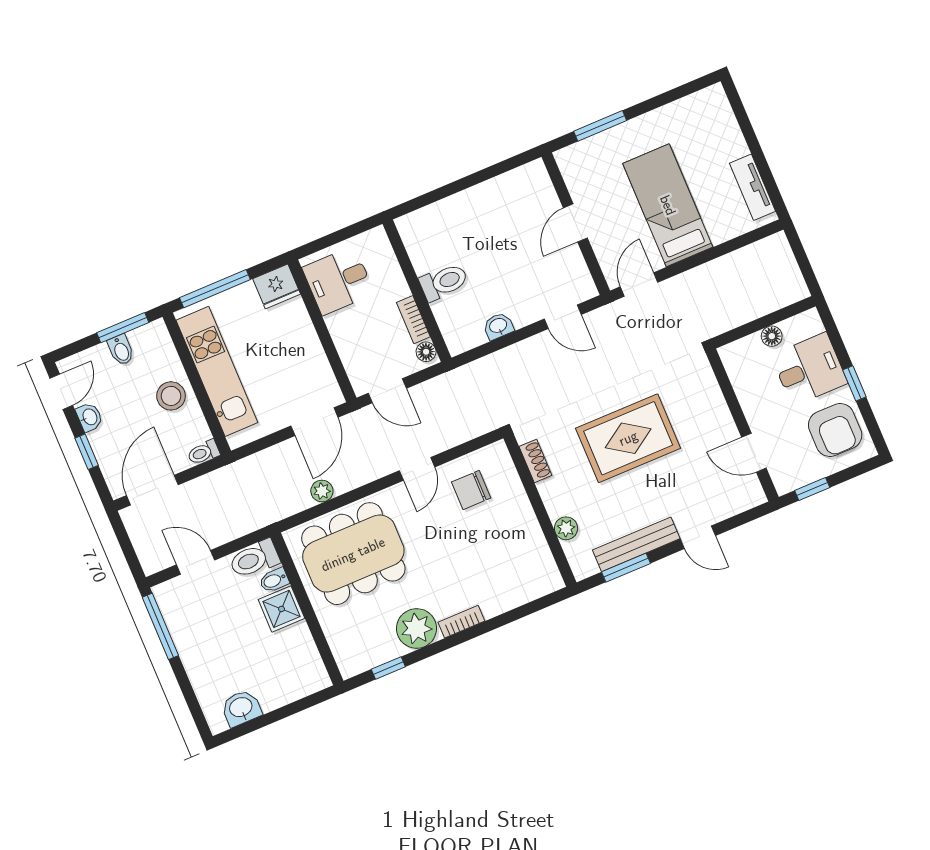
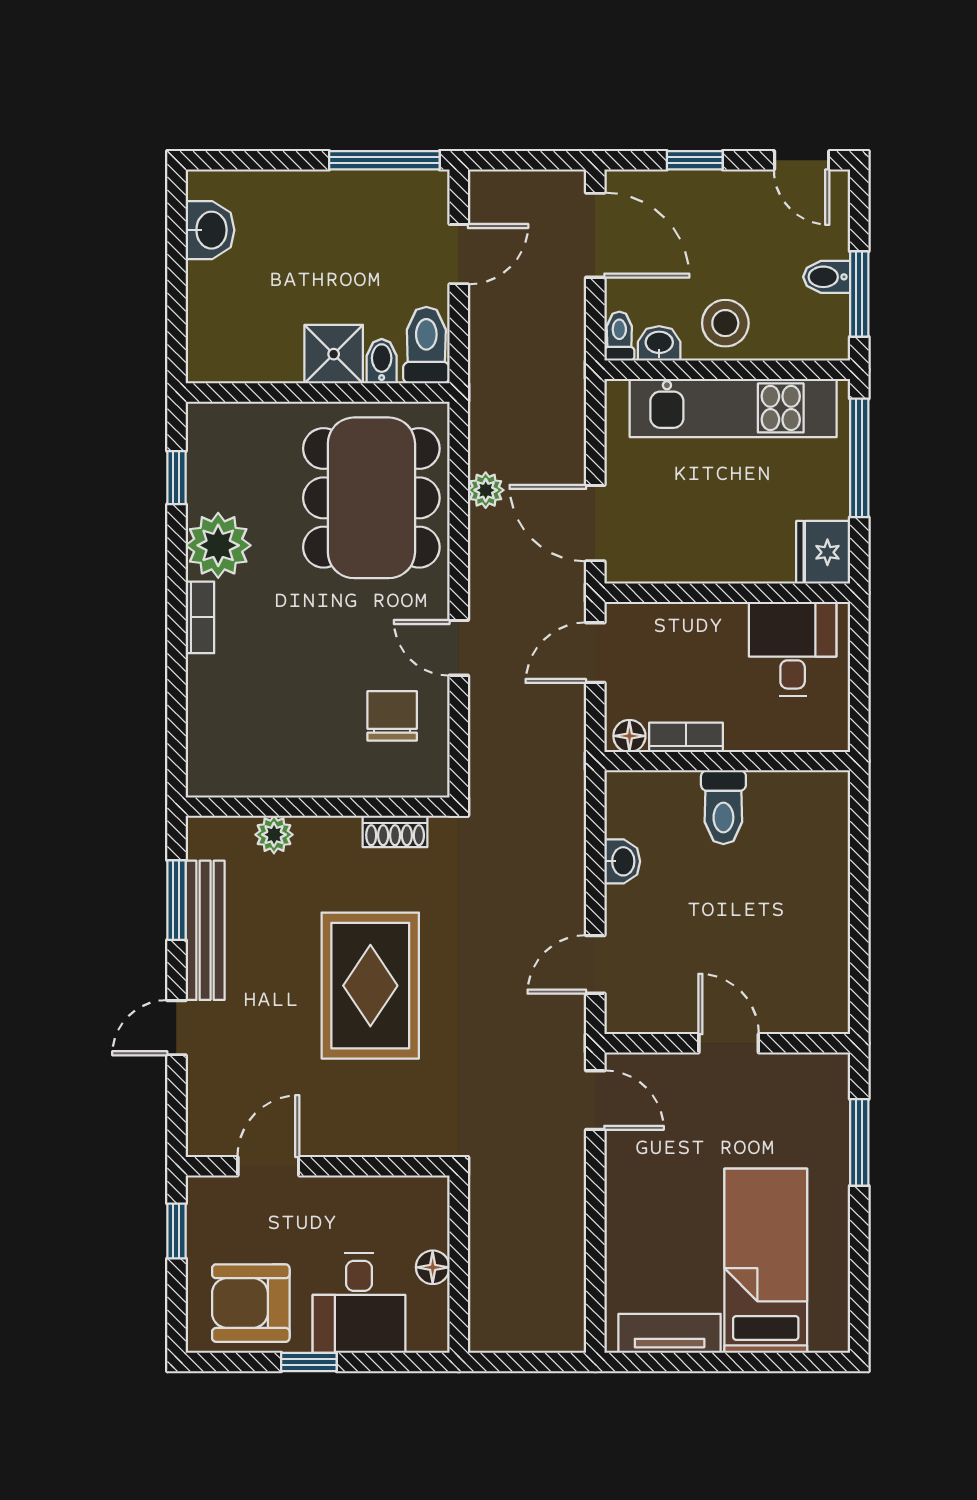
bed: (668, 205) -> (766, 1261), moved, turned -90
washbasin: (89, 417) -> (659, 343), moved, turned 180

